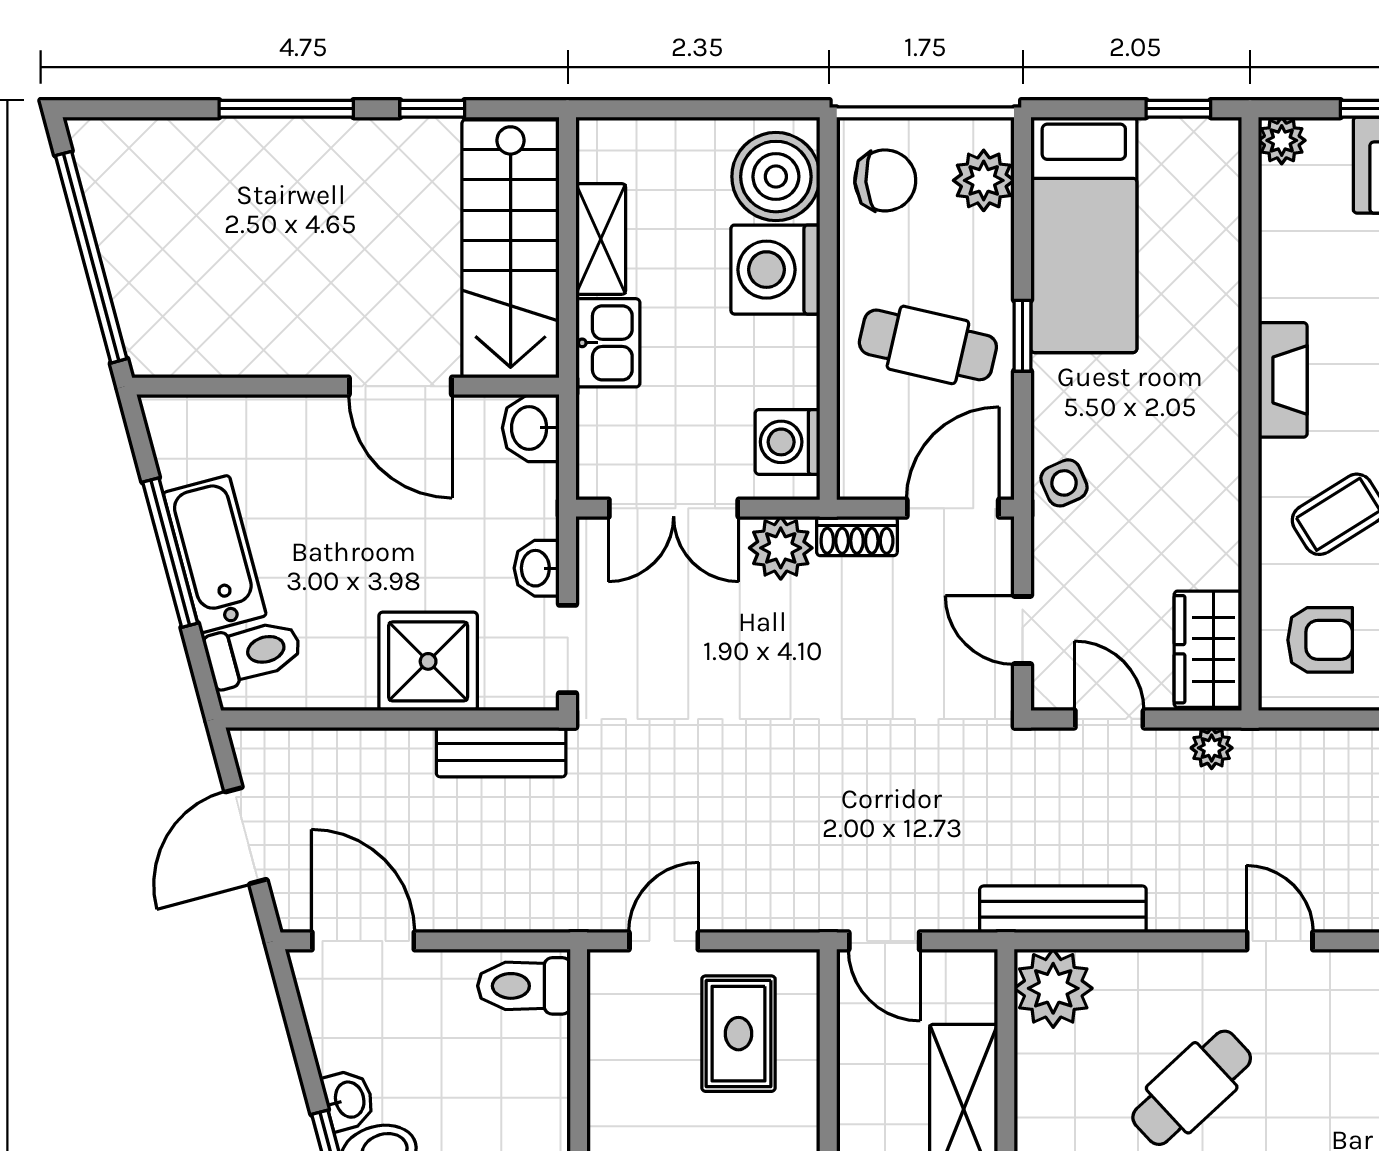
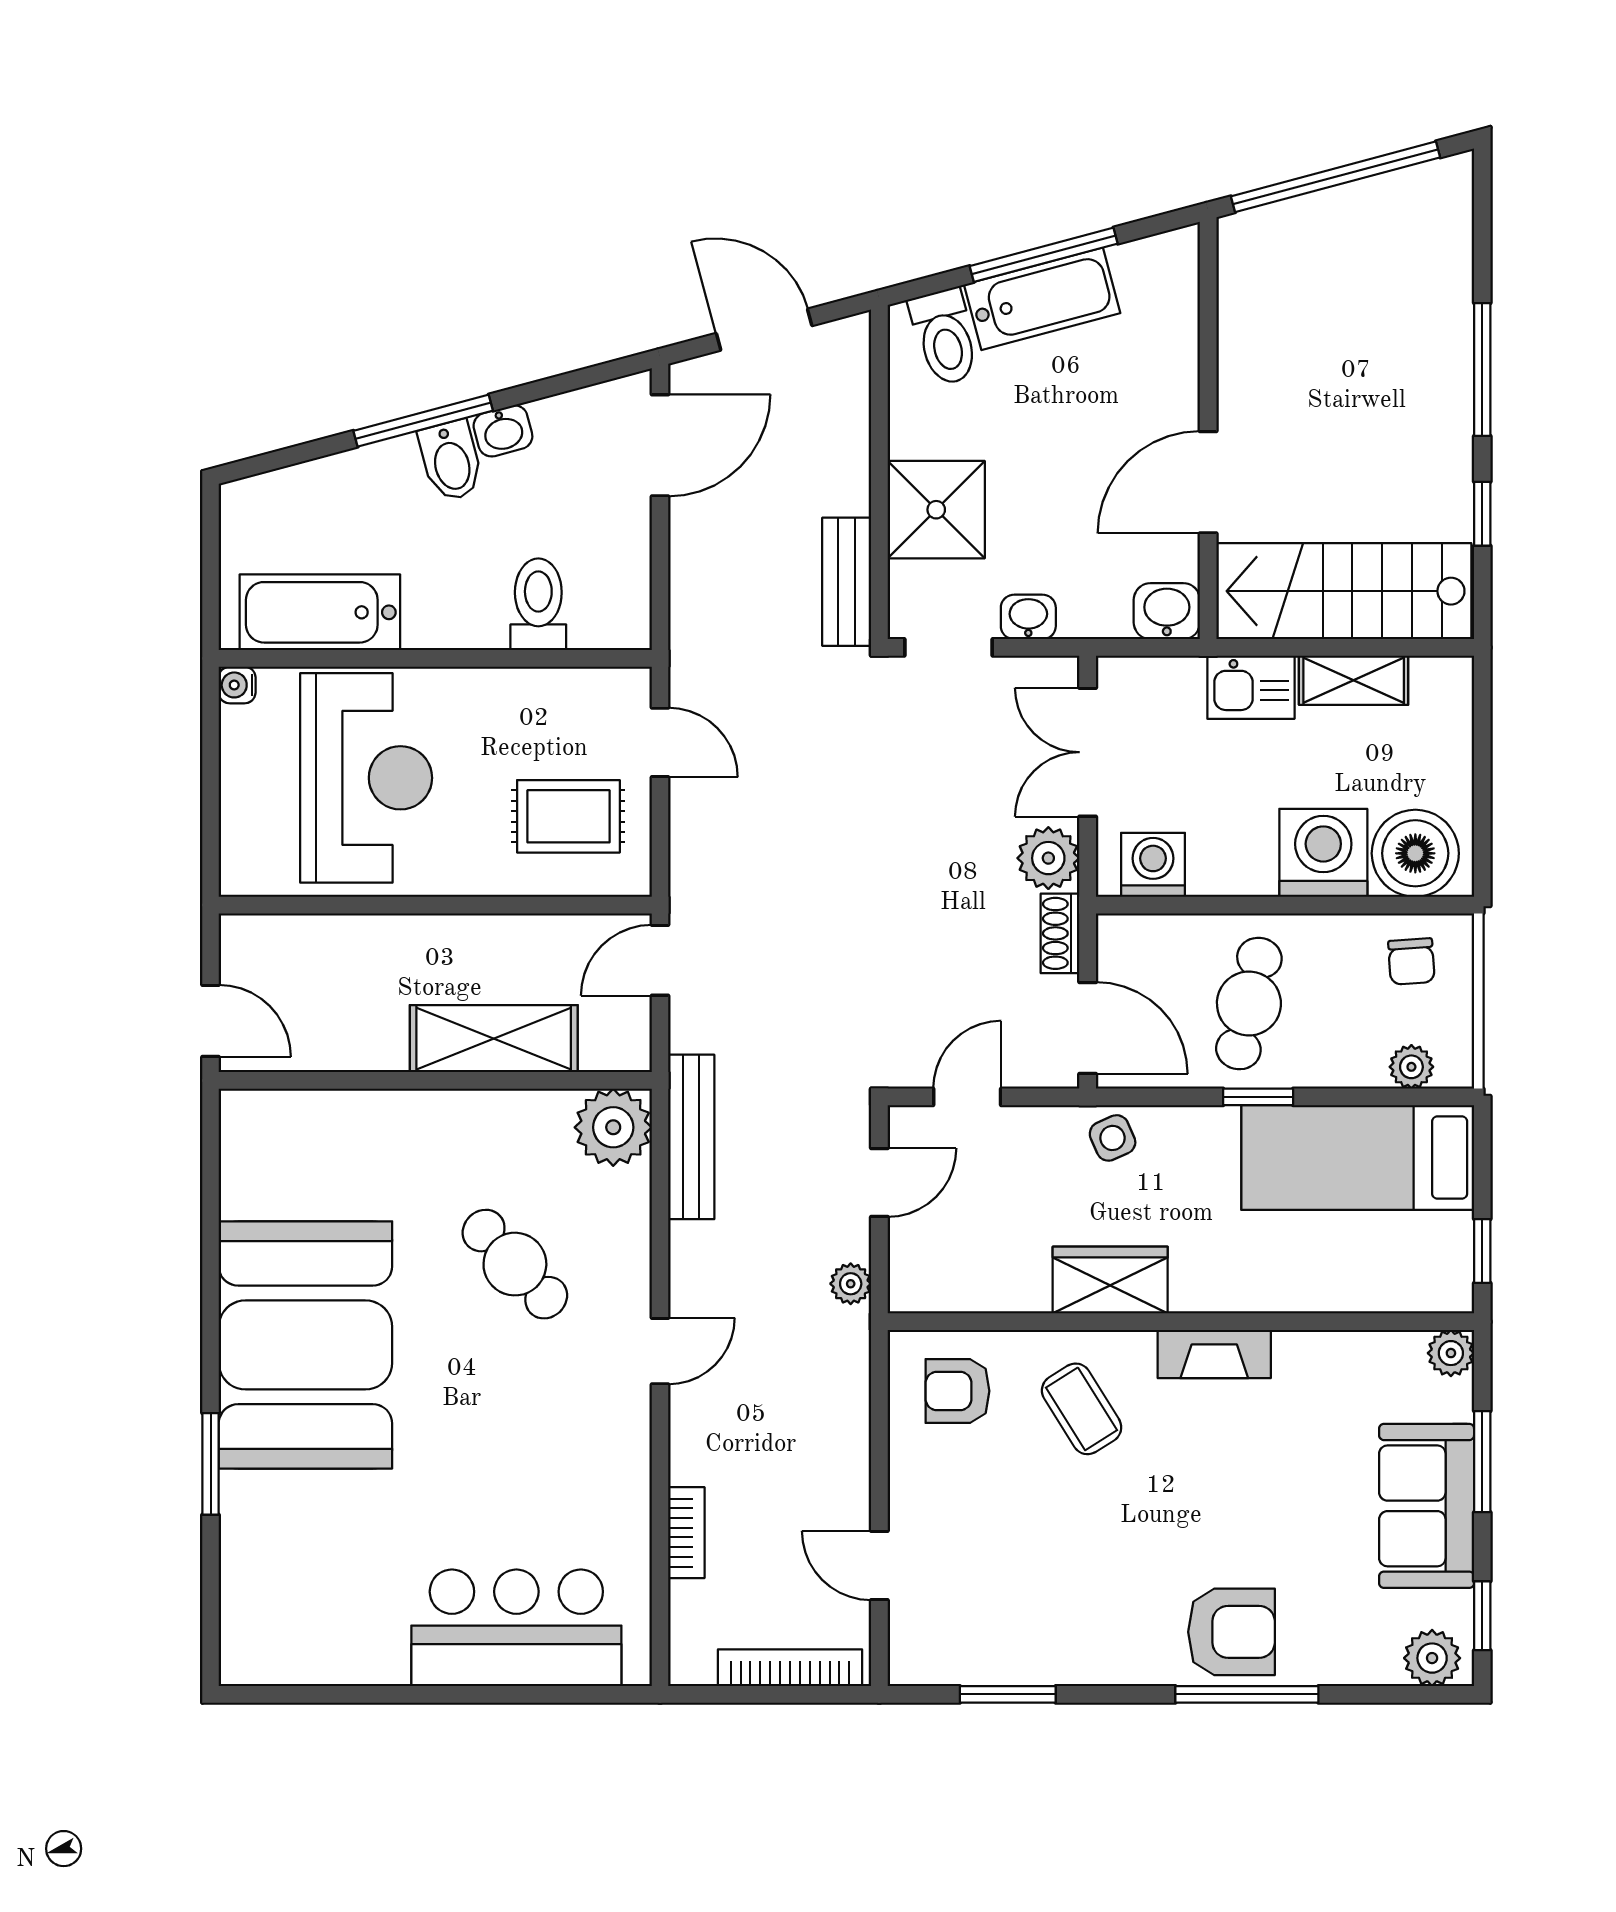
chair: (885, 180) -> (1411, 961), width x0.73, depth x0.73
plant: (984, 180) -> (1411, 1067), width x0.73, depth x0.73
armchair: (1320, 640) -> (957, 1391), turned 90
wardrobe: (1208, 649) -> (1110, 1280), moved
toilet: (524, 986) -> (538, 604), moved

